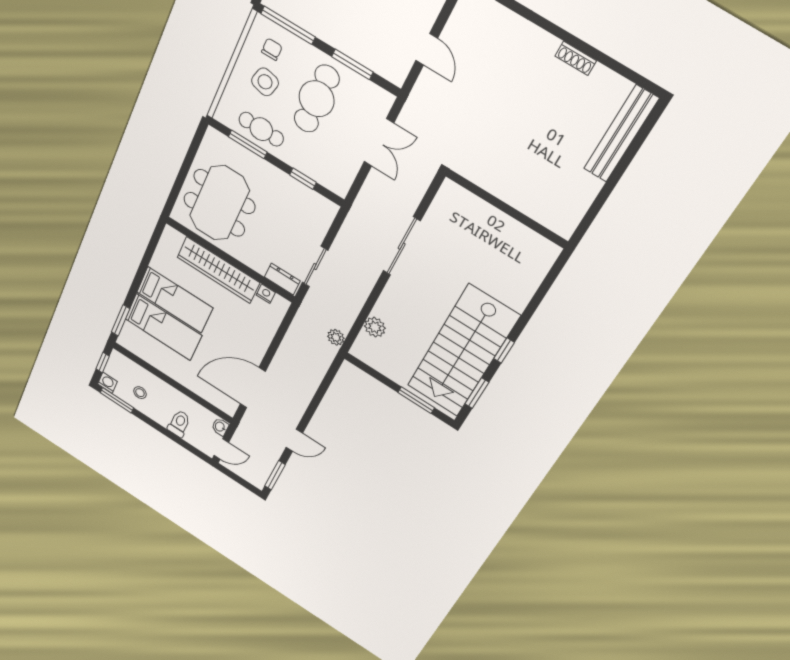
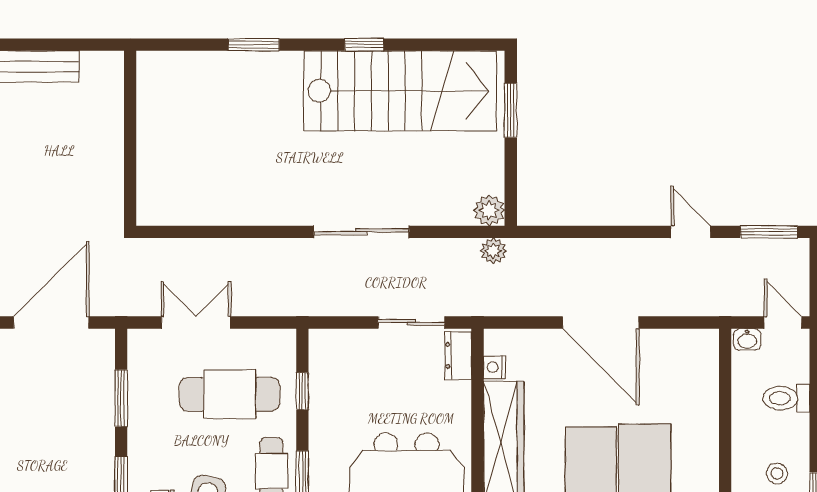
door: (427, 49) -> (51, 323), width x1.87
cafe table: (317, 99) -> (230, 394), moved
wall: (506, 209) -> (130, 138), moved
sliding door: (402, 246) -> (361, 232), moved
plant: (375, 327) -> (489, 210), moved
door: (253, 388) -> (601, 323), moved
window: (477, 393) -> (254, 45), moved

